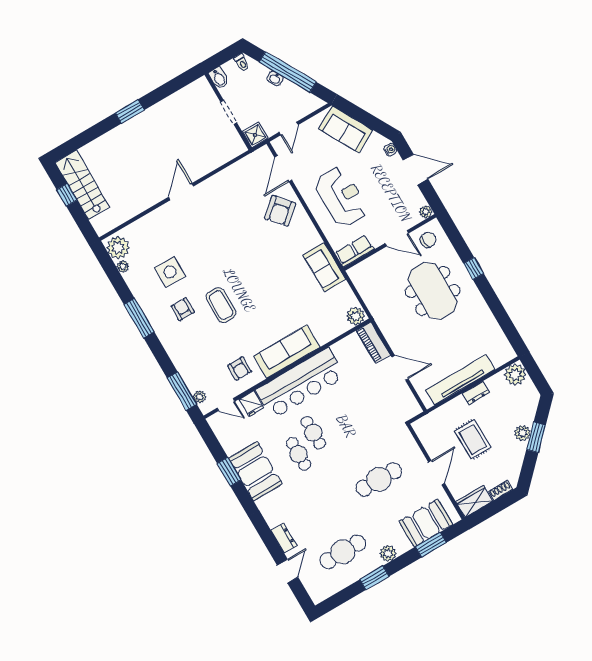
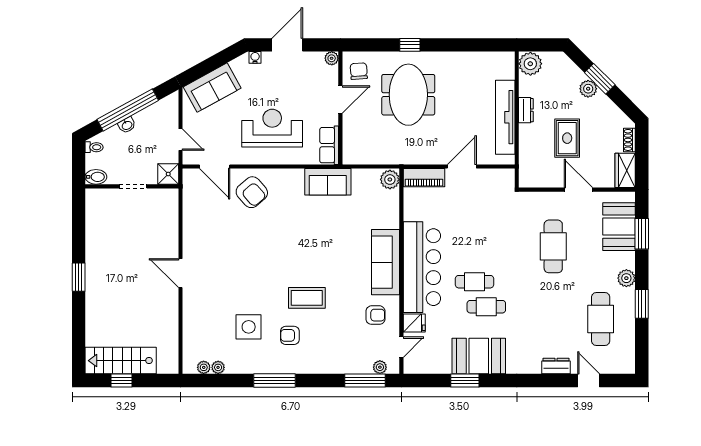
plant: (118, 248) -> (204, 367), width x0.53, depth x0.53
meeting table: (433, 291) -> (408, 95), turned 90
rug: (473, 439) -> (567, 138), turned 90

